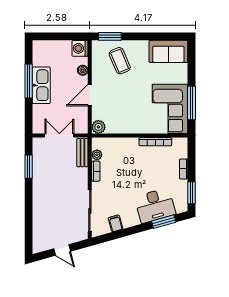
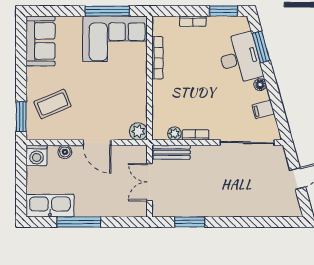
kitchen sink: (41, 85) -> (50, 206), moved
floor lamp: (135, 221) -> (260, 85), added

